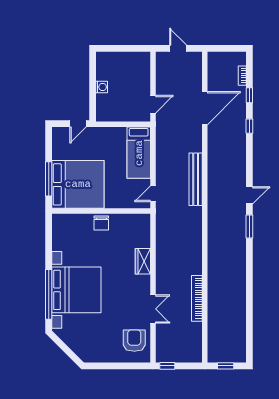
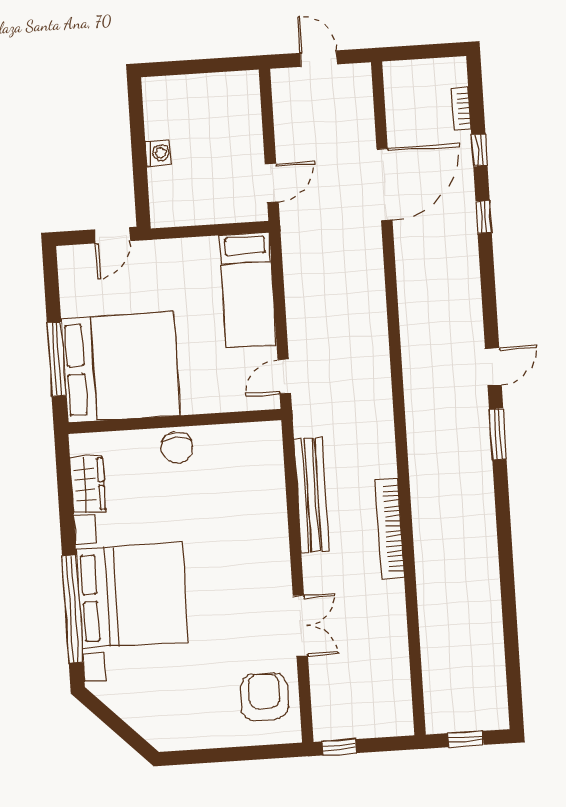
bench: (196, 179) -> (312, 495), moved
wardrobe: (143, 261) -> (88, 484), moved, turned 180
bookcase: (197, 298) -> (390, 529), moved

